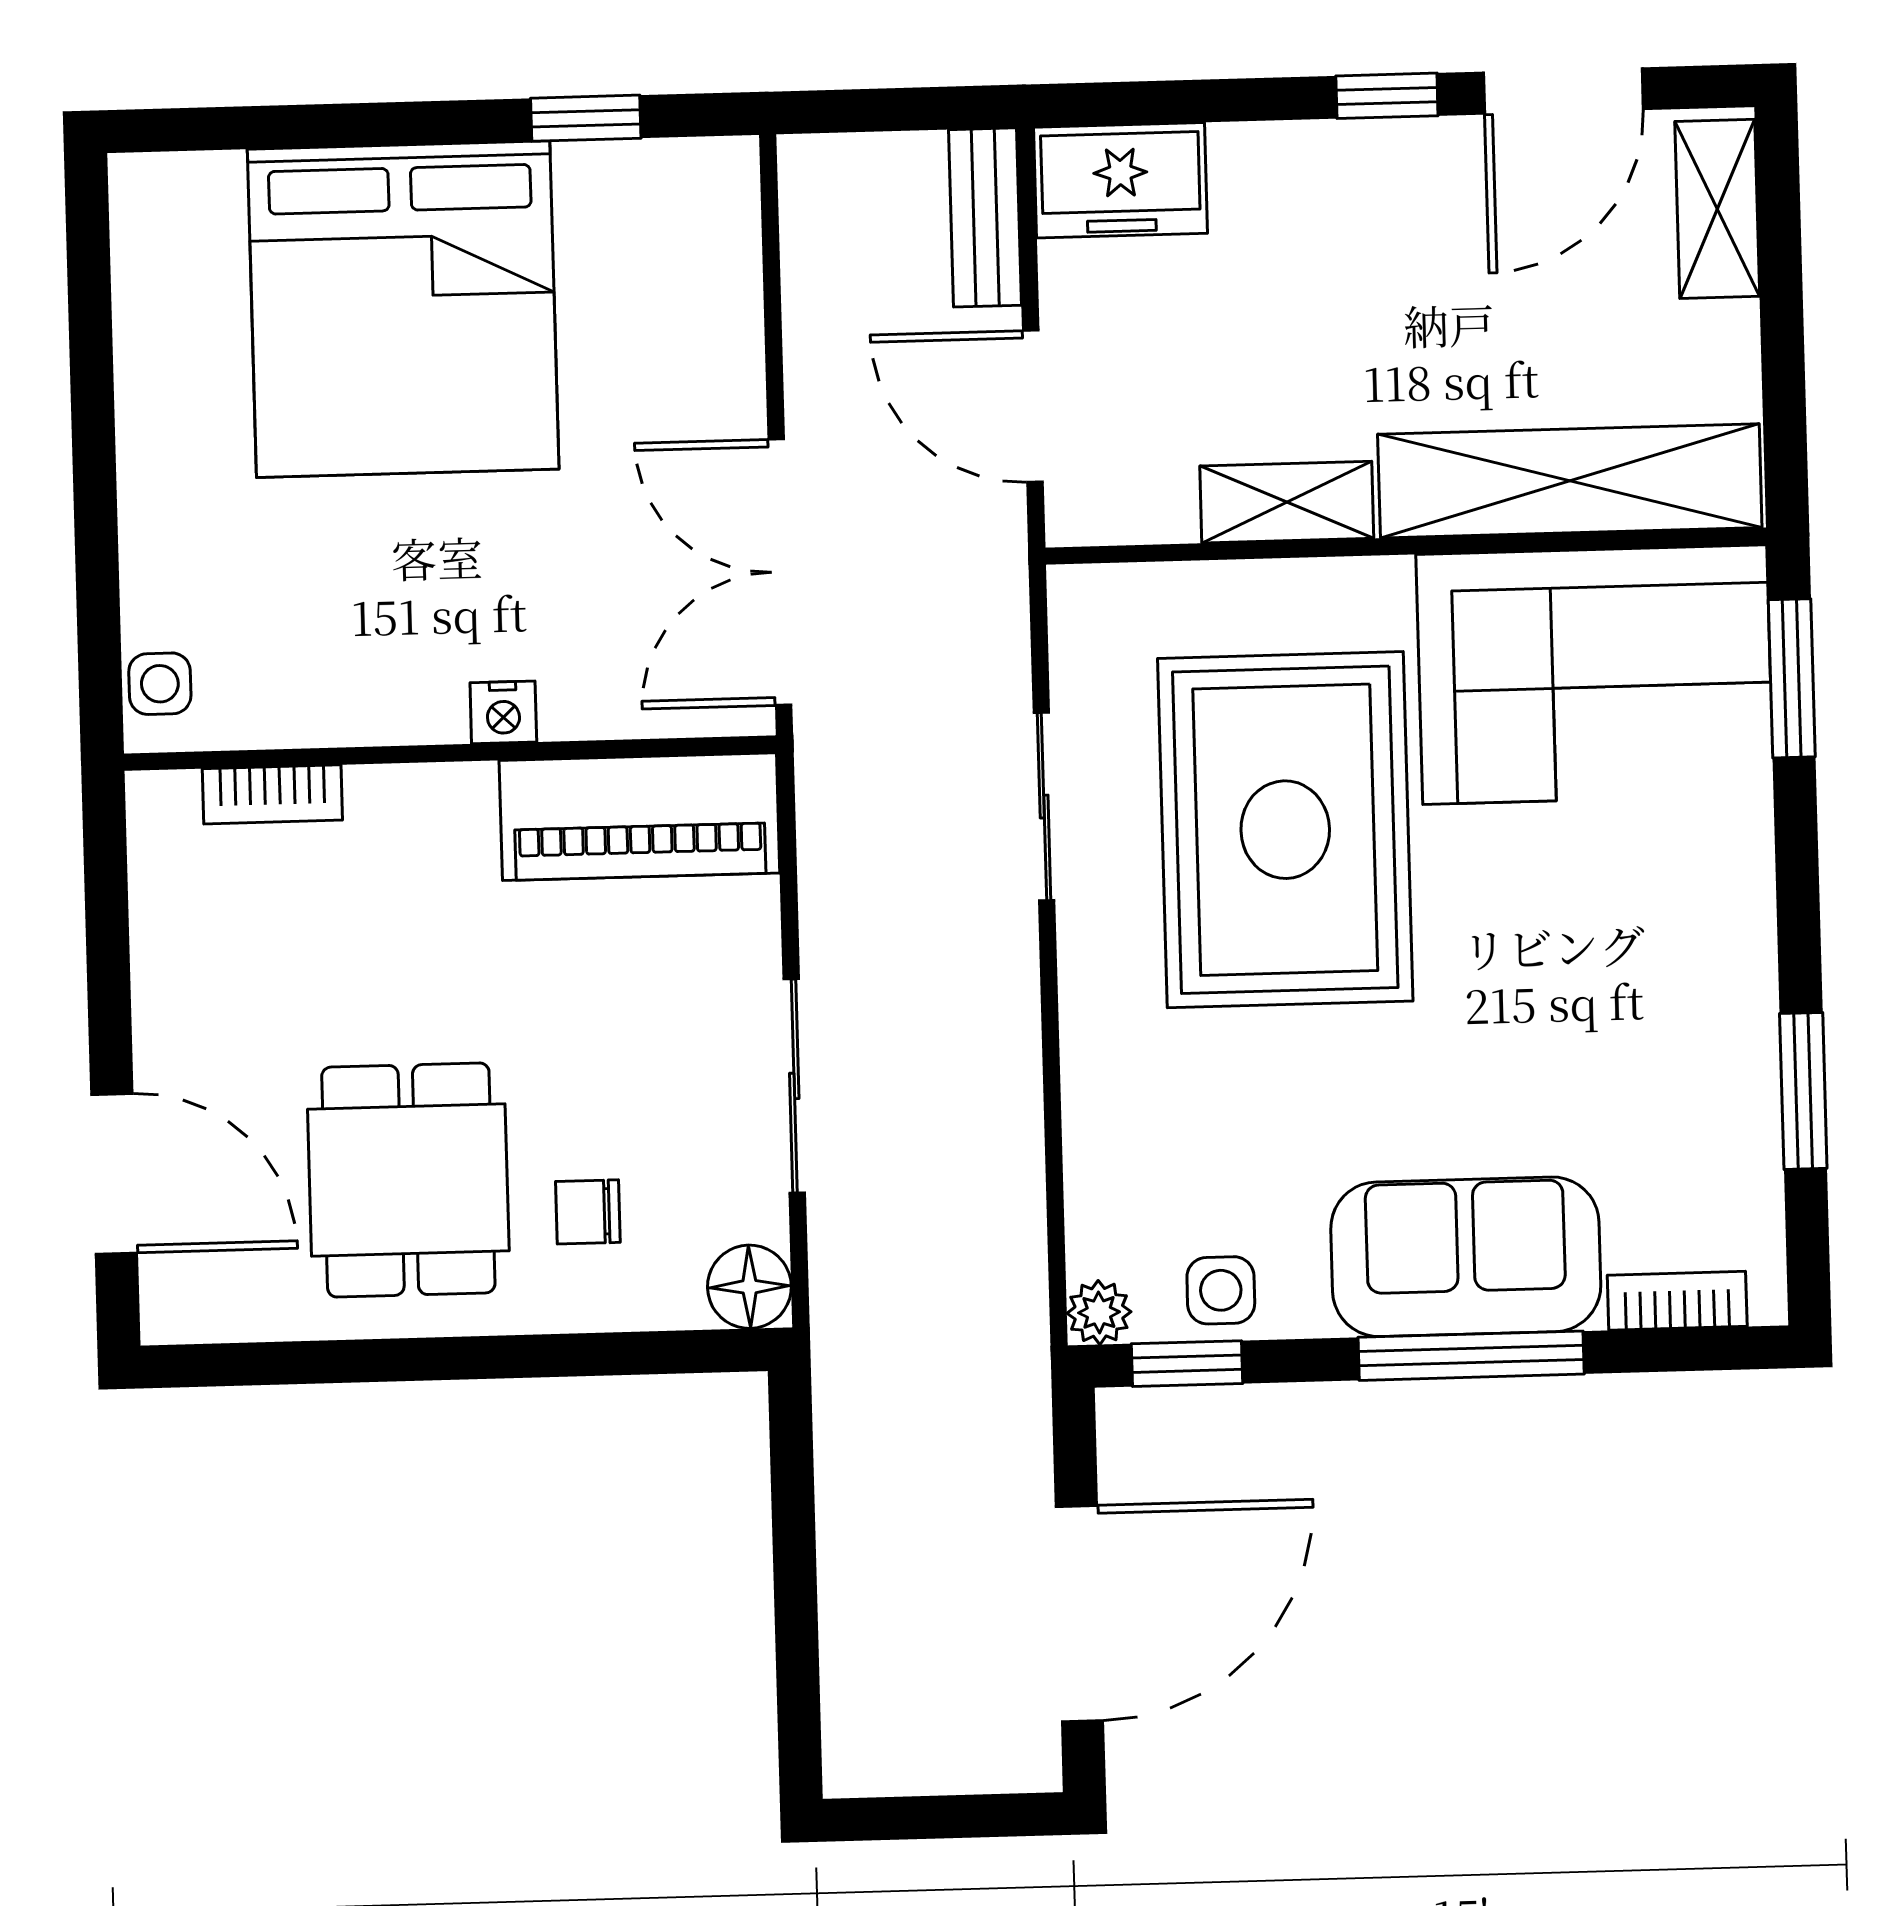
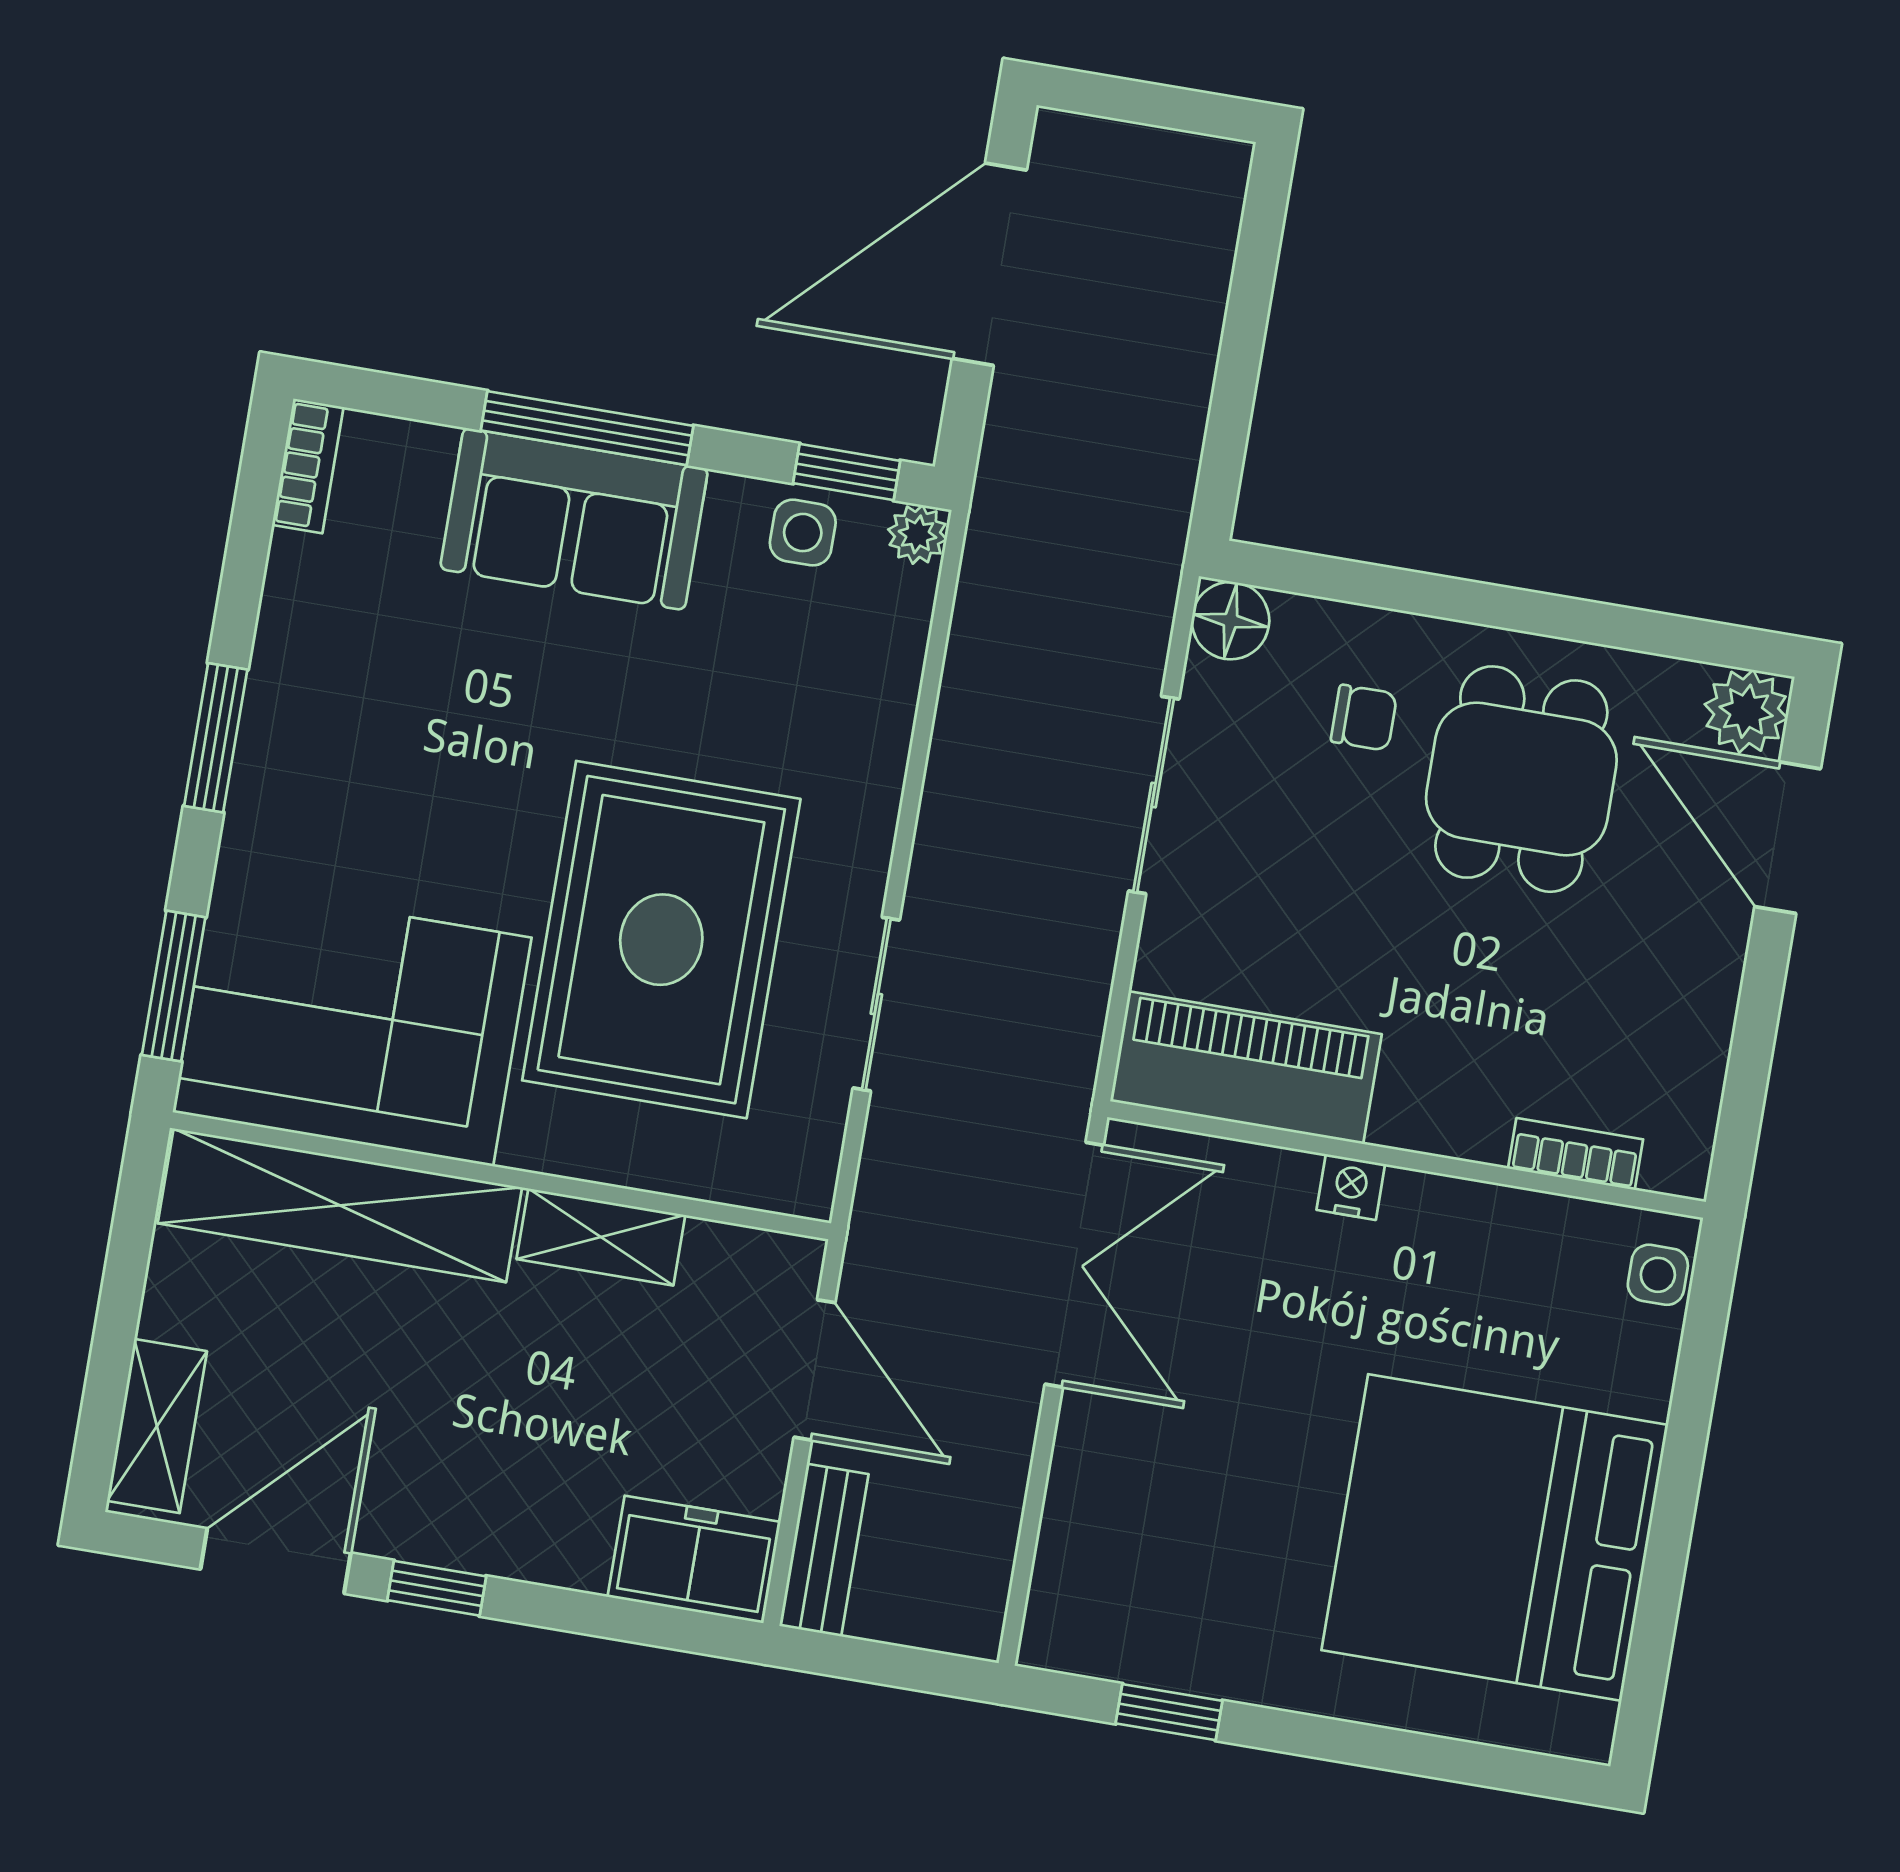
bed: (403, 309) -> (1495, 1537), moved, turned -90
window: (1803, 1091) -> (216, 738), moved
plant: (185, 1299) -> (1746, 711), added
bookcase: (1677, 1301) -> (308, 466), moved, turned -90

